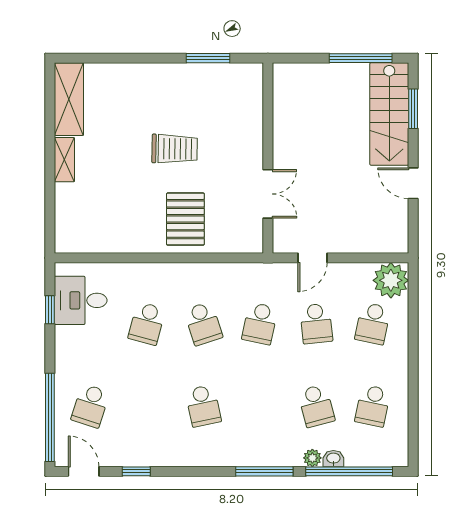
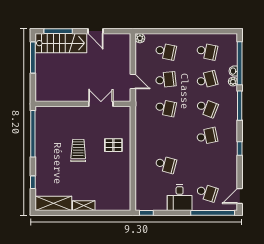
window: (111, 58) -> (33, 182), added
window: (208, 58) -> (33, 134), width x2.11
window: (413, 109) -> (58, 31), width x1.44
door: (413, 183) -> (96, 31), hinge flipped
pallet: (185, 219) -> (113, 145), width x0.67, depth x0.71
plant: (391, 280) -> (140, 38), width x0.53, depth x0.53
desk: (81, 300) -> (180, 198), moved
window: (50, 310) -> (146, 213), moved
school desk: (203, 324) -> (207, 108), moved, turned 39
window: (136, 471) -> (240, 149), moved

